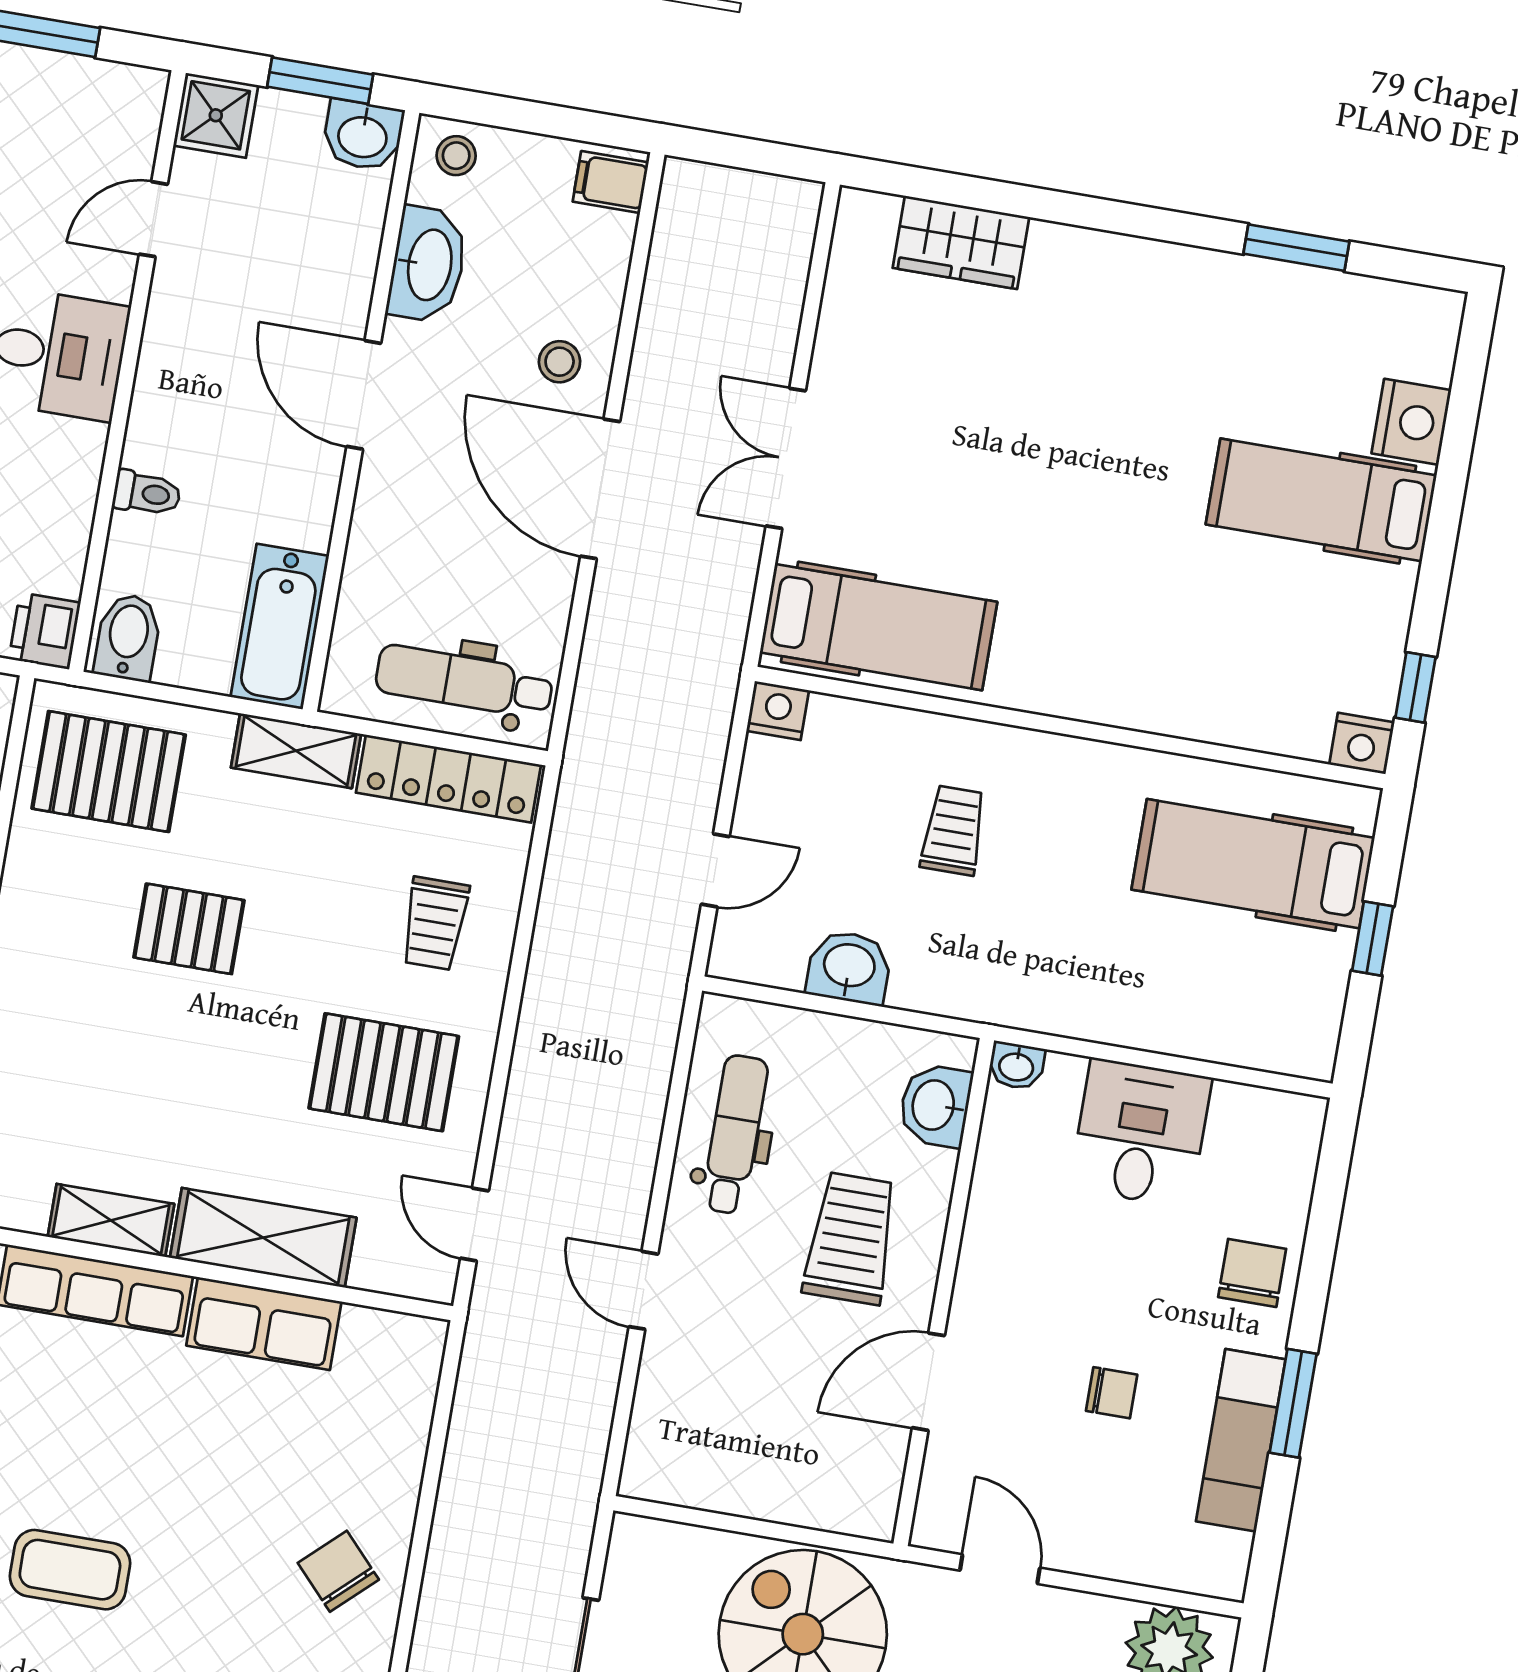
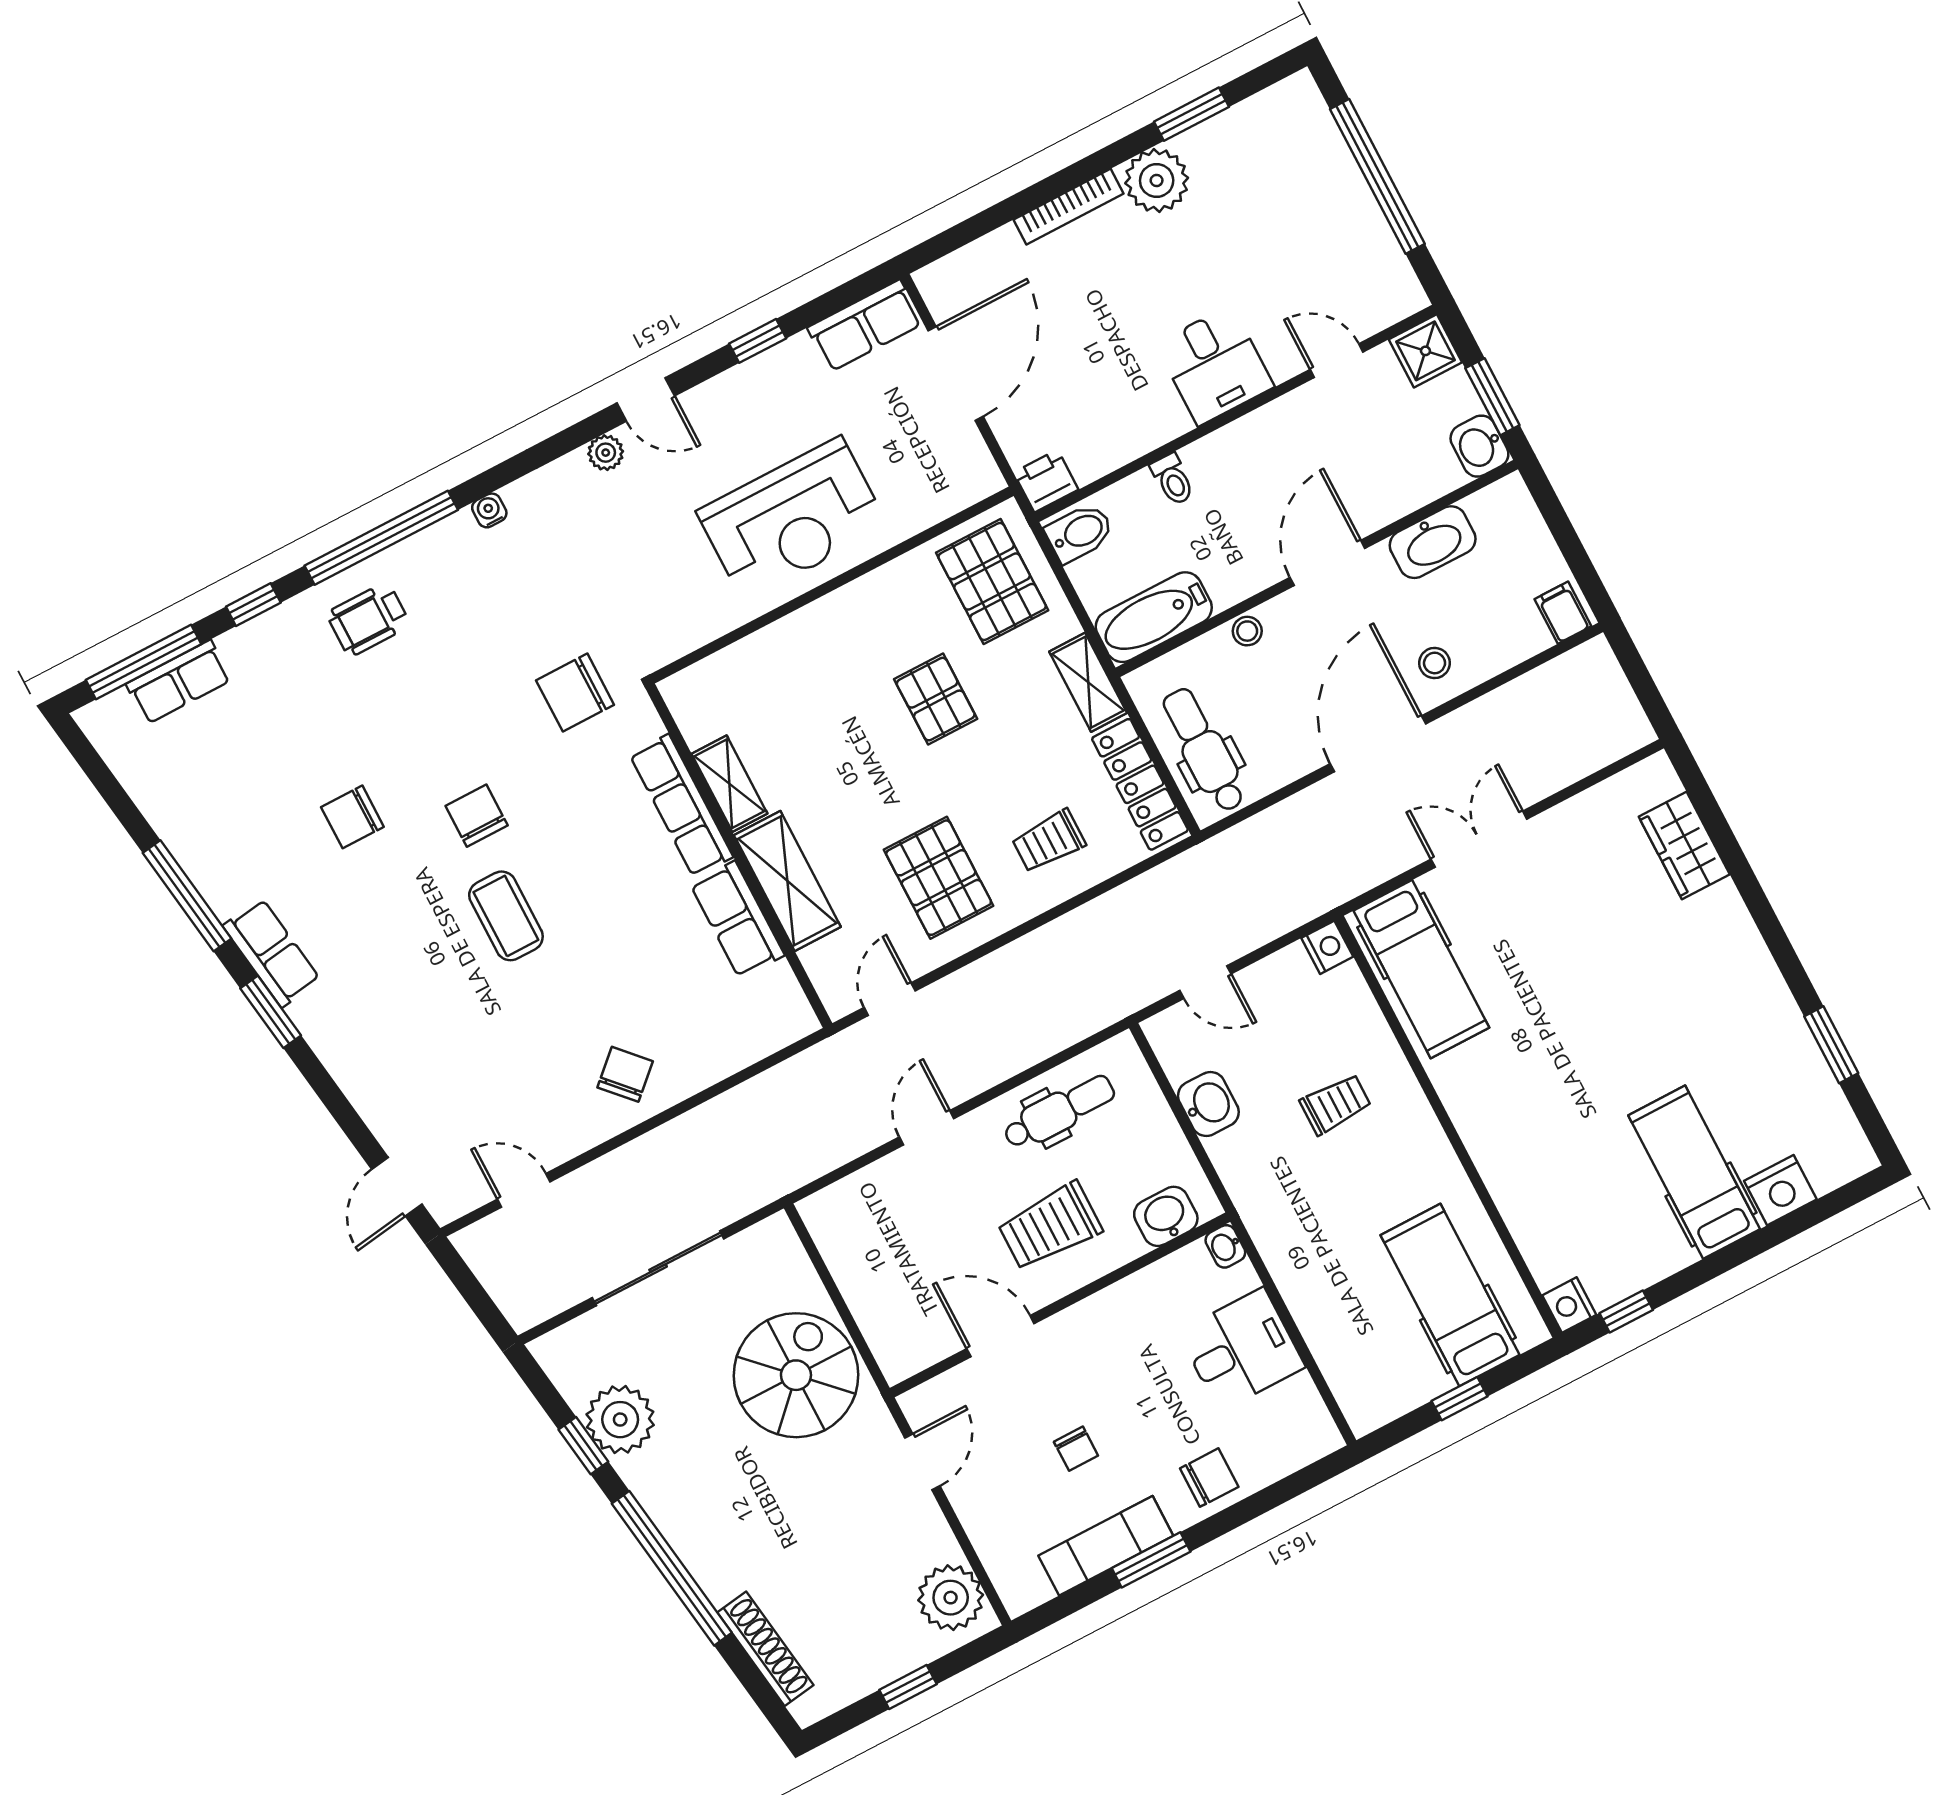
stool: (456, 156) -> (1247, 631), moved
trolley: (851, 1238) -> (1050, 1226), turned 180

